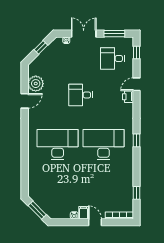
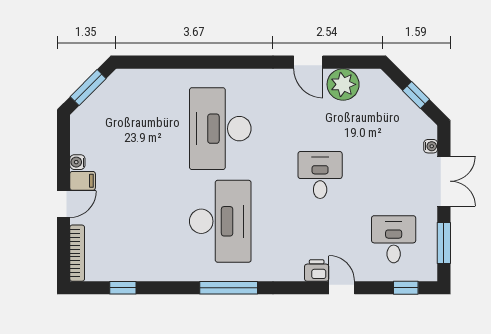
window: (137, 140) -> (229, 288), width x2.17
desk: (58, 144) -> (220, 129), turned 180

